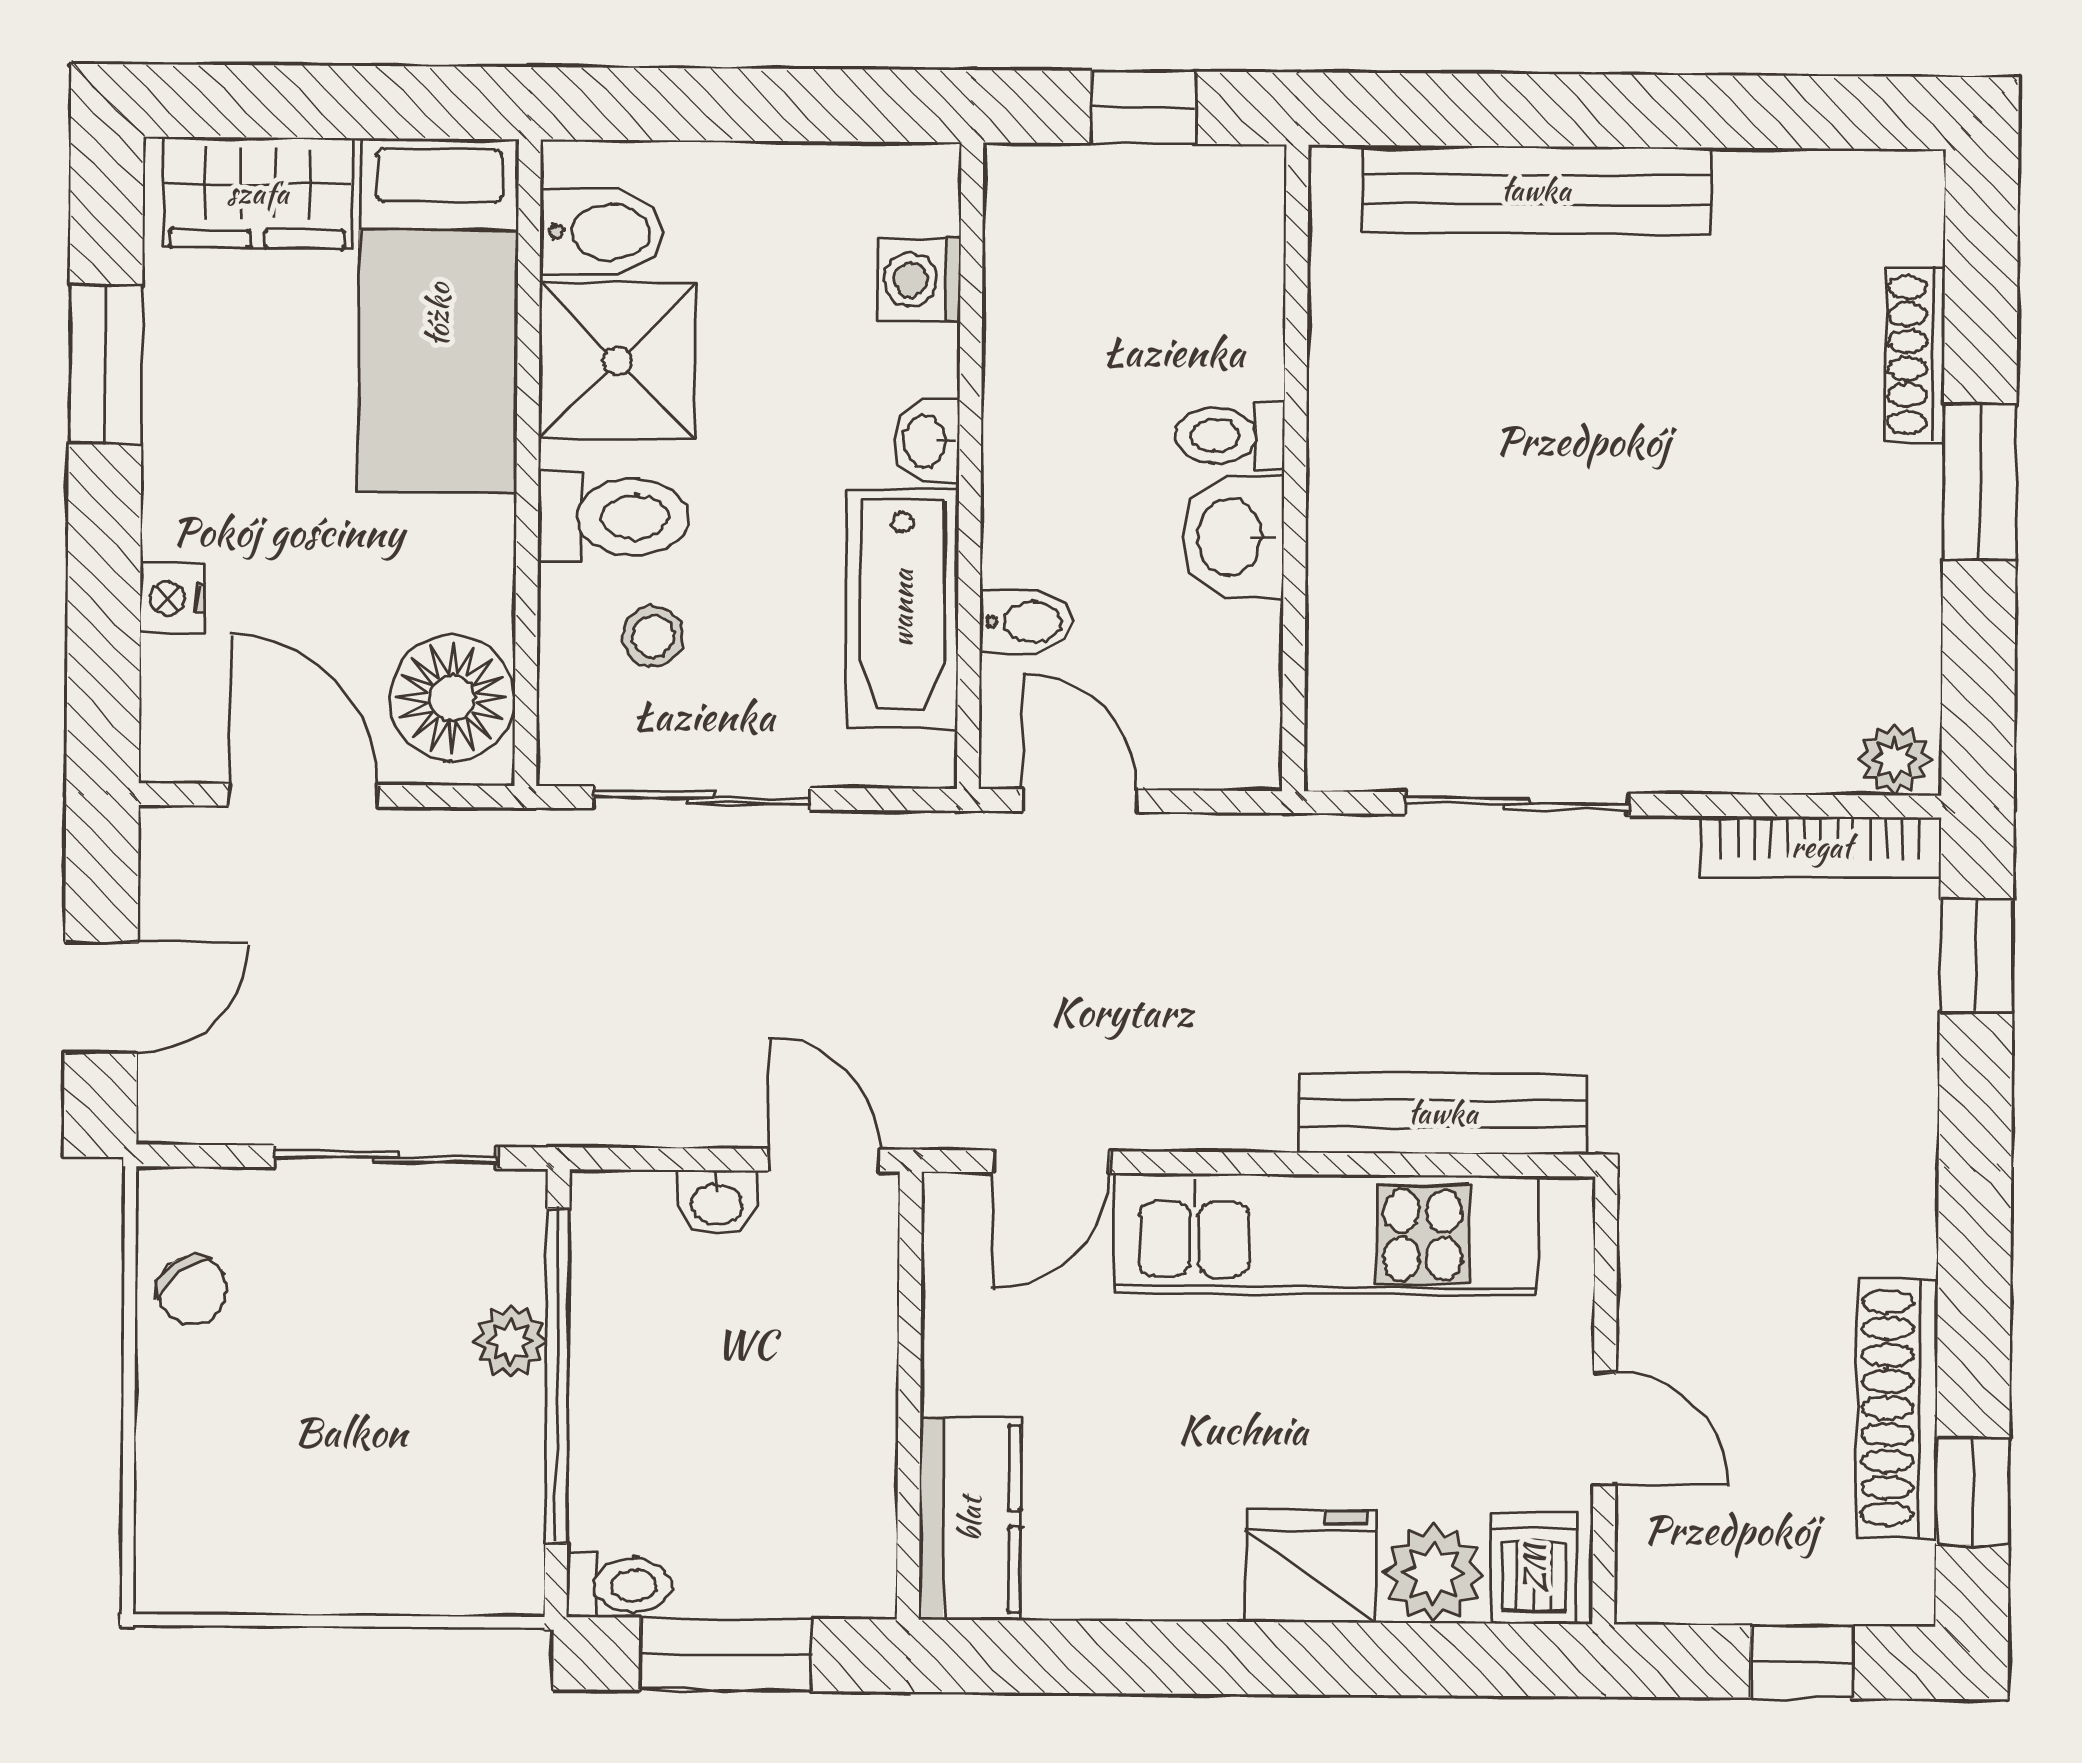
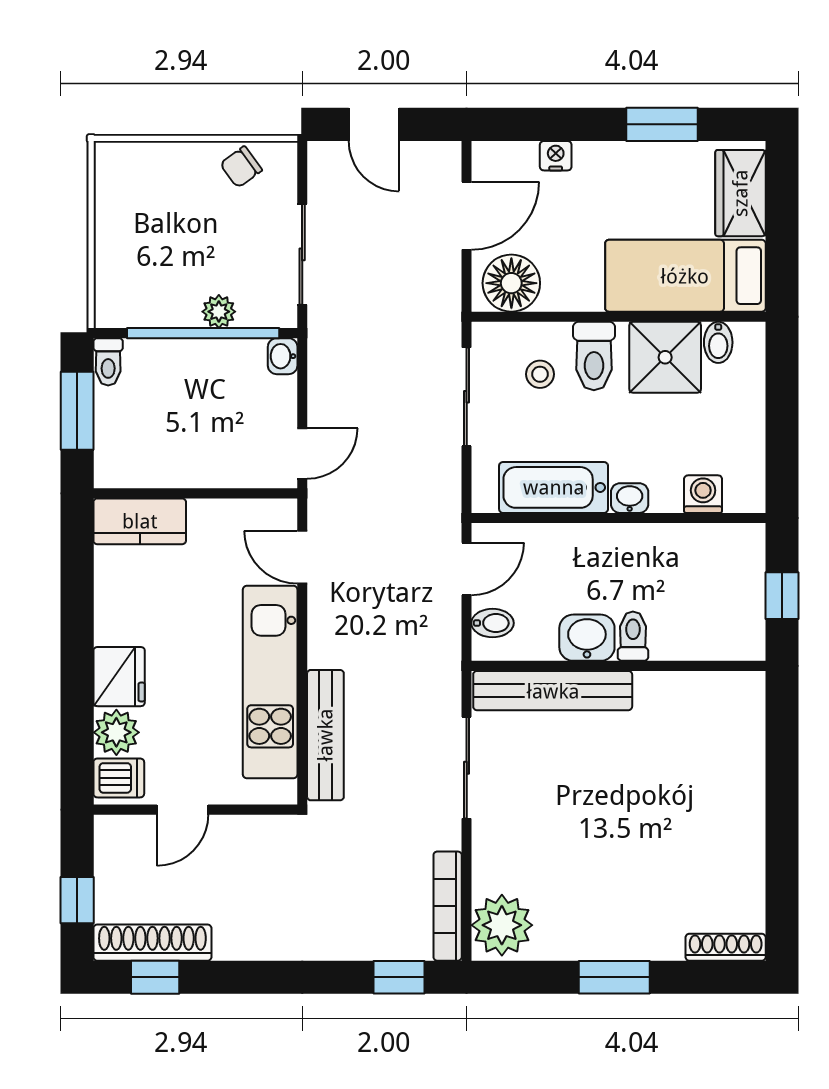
bench: (1536, 190) -> (553, 691), moved, turned 90
bidet: (602, 232) -> (718, 342), width x0.72, depth x0.74
shoe rack: (1915, 355) -> (726, 947), moved
bidet: (1026, 622) -> (493, 623), moved, turned -90
plant: (1895, 760) -> (502, 925), width x1.88, depth x1.88
washbasin: (717, 1202) -> (283, 356), moved
shoe rack: (1897, 1408) -> (152, 943), moved

